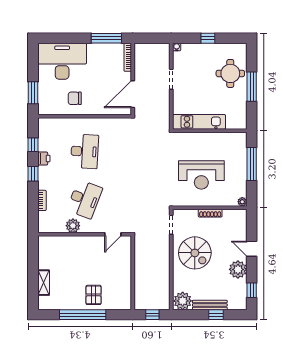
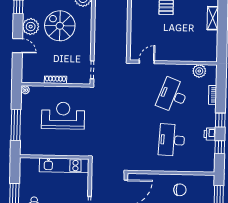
plant: (73, 226) -> (199, 71), moved
spiral stairs: (195, 253) -> (60, 26), moved

